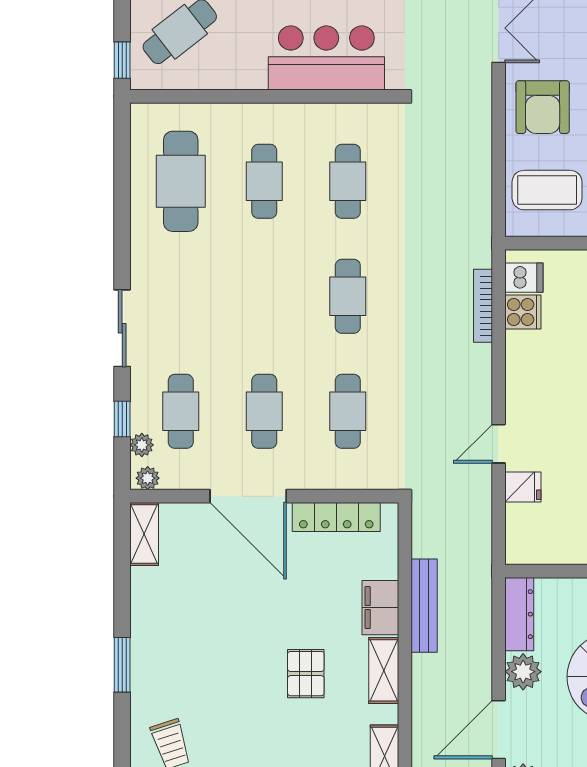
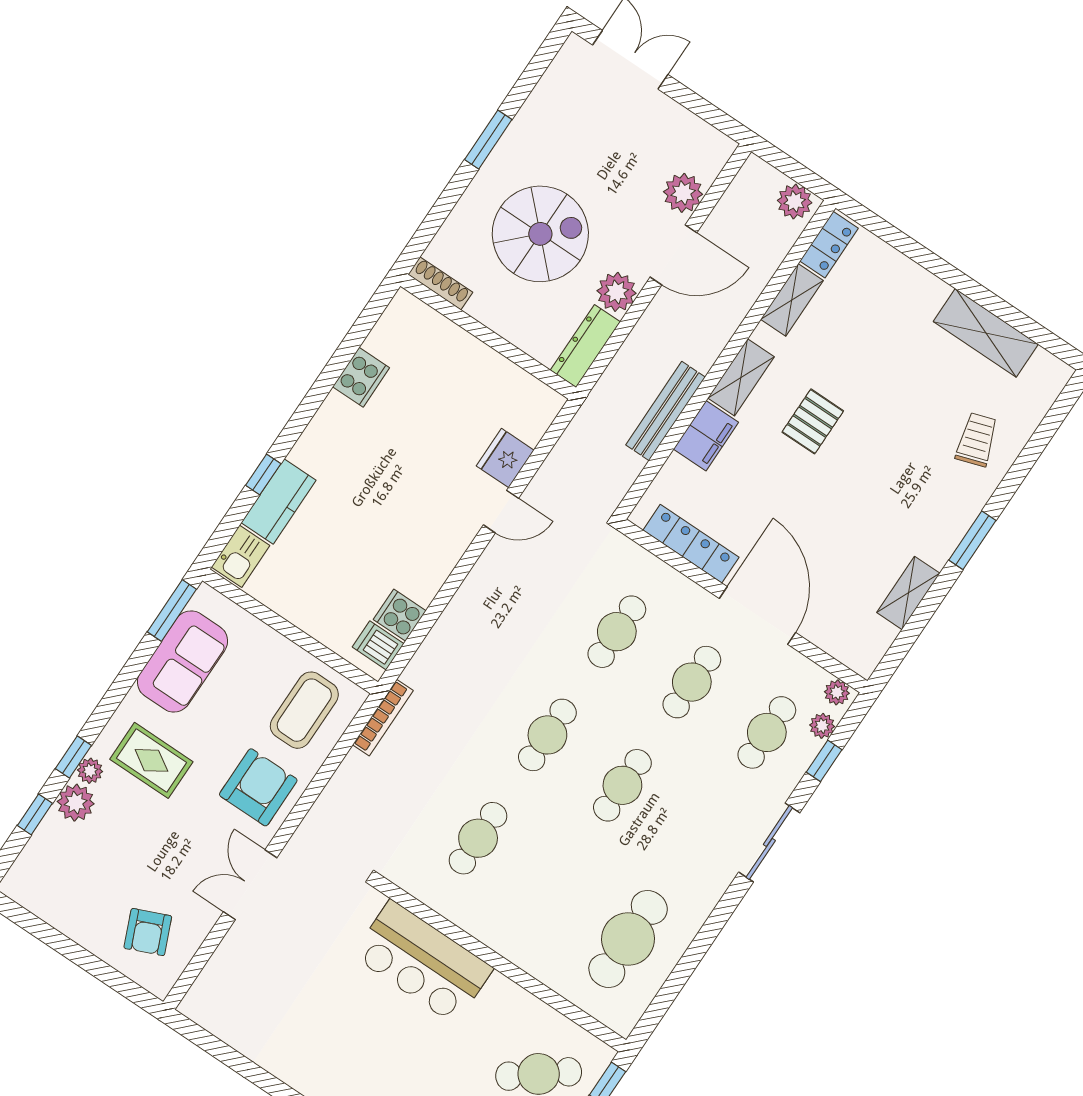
cafe table: (264, 181) -> (622, 785), moved
coffee table: (547, 190) -> (304, 710), turned 90
bookcase: (483, 306) -> (383, 718), moved
fridge: (523, 487) -> (505, 458), width x1.38
shelving: (144, 534) -> (908, 593), moved

